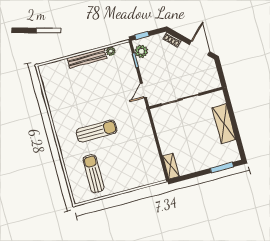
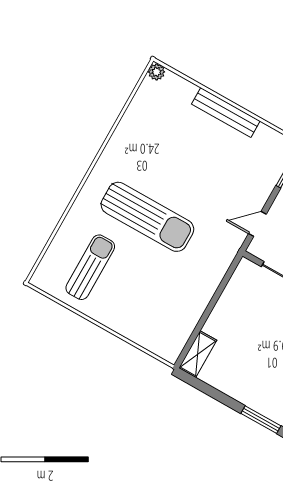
plant: (111, 51) -> (156, 72), moved
sun lounger: (97, 131) -> (147, 217), width x1.36, depth x1.34

